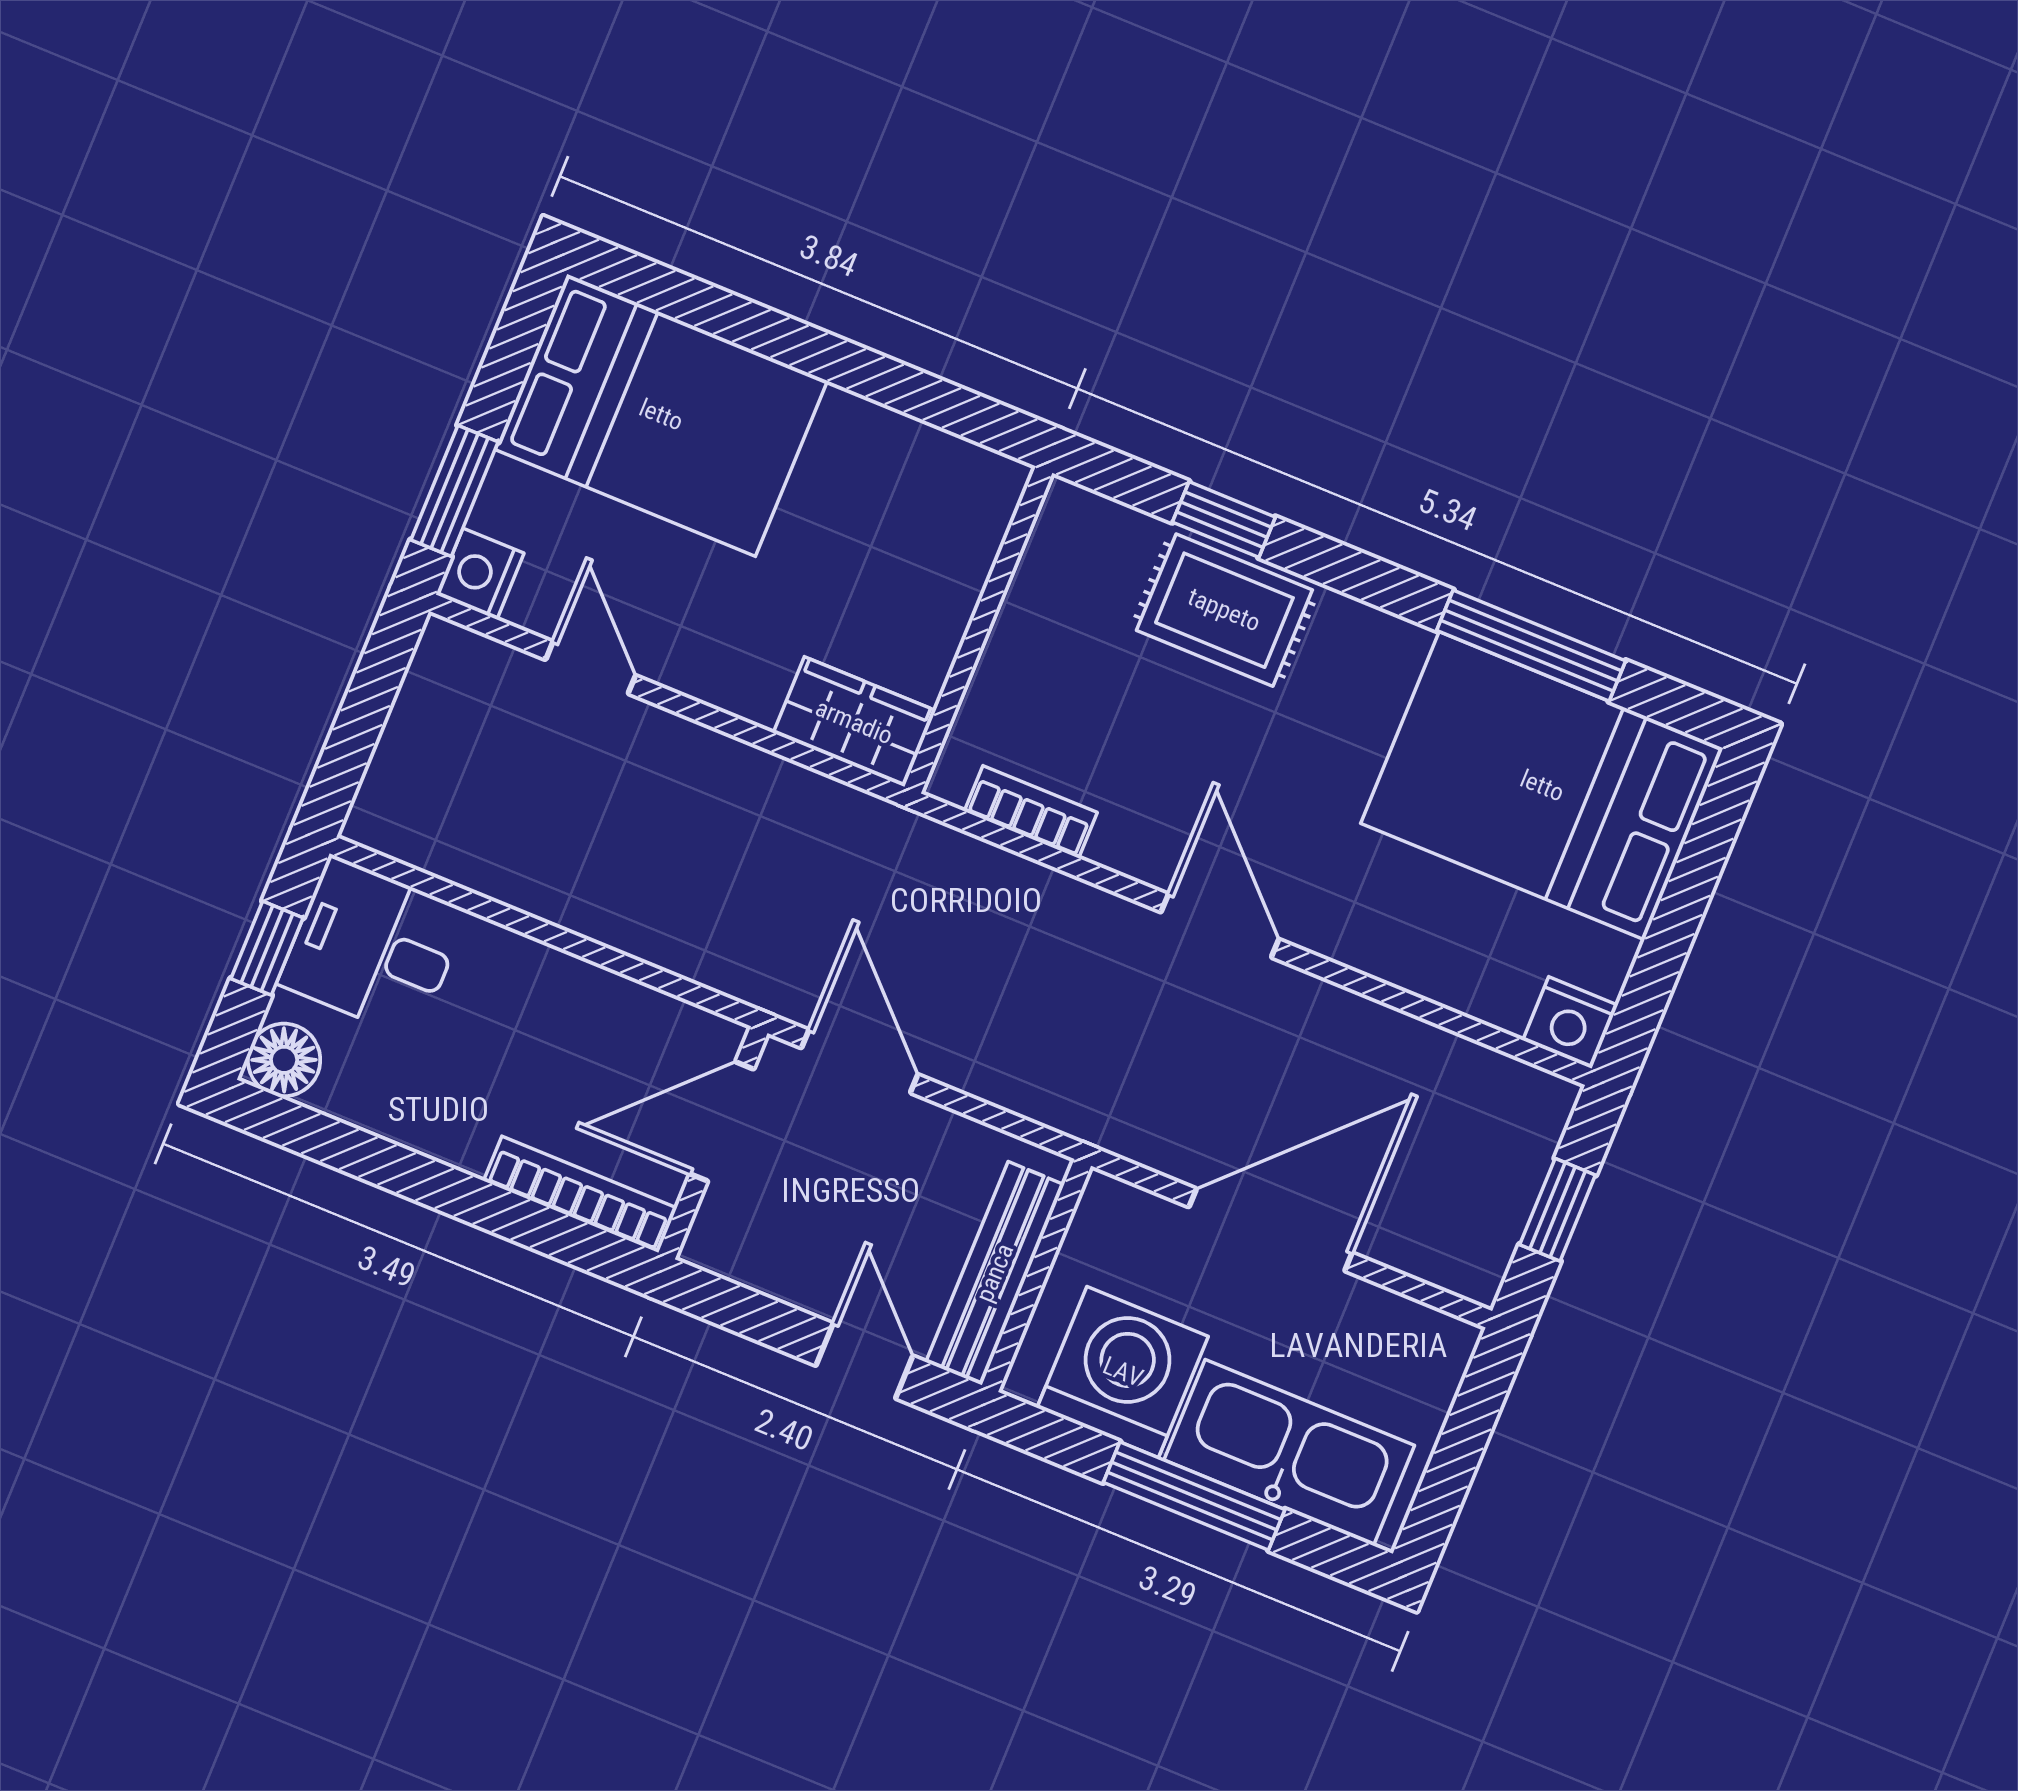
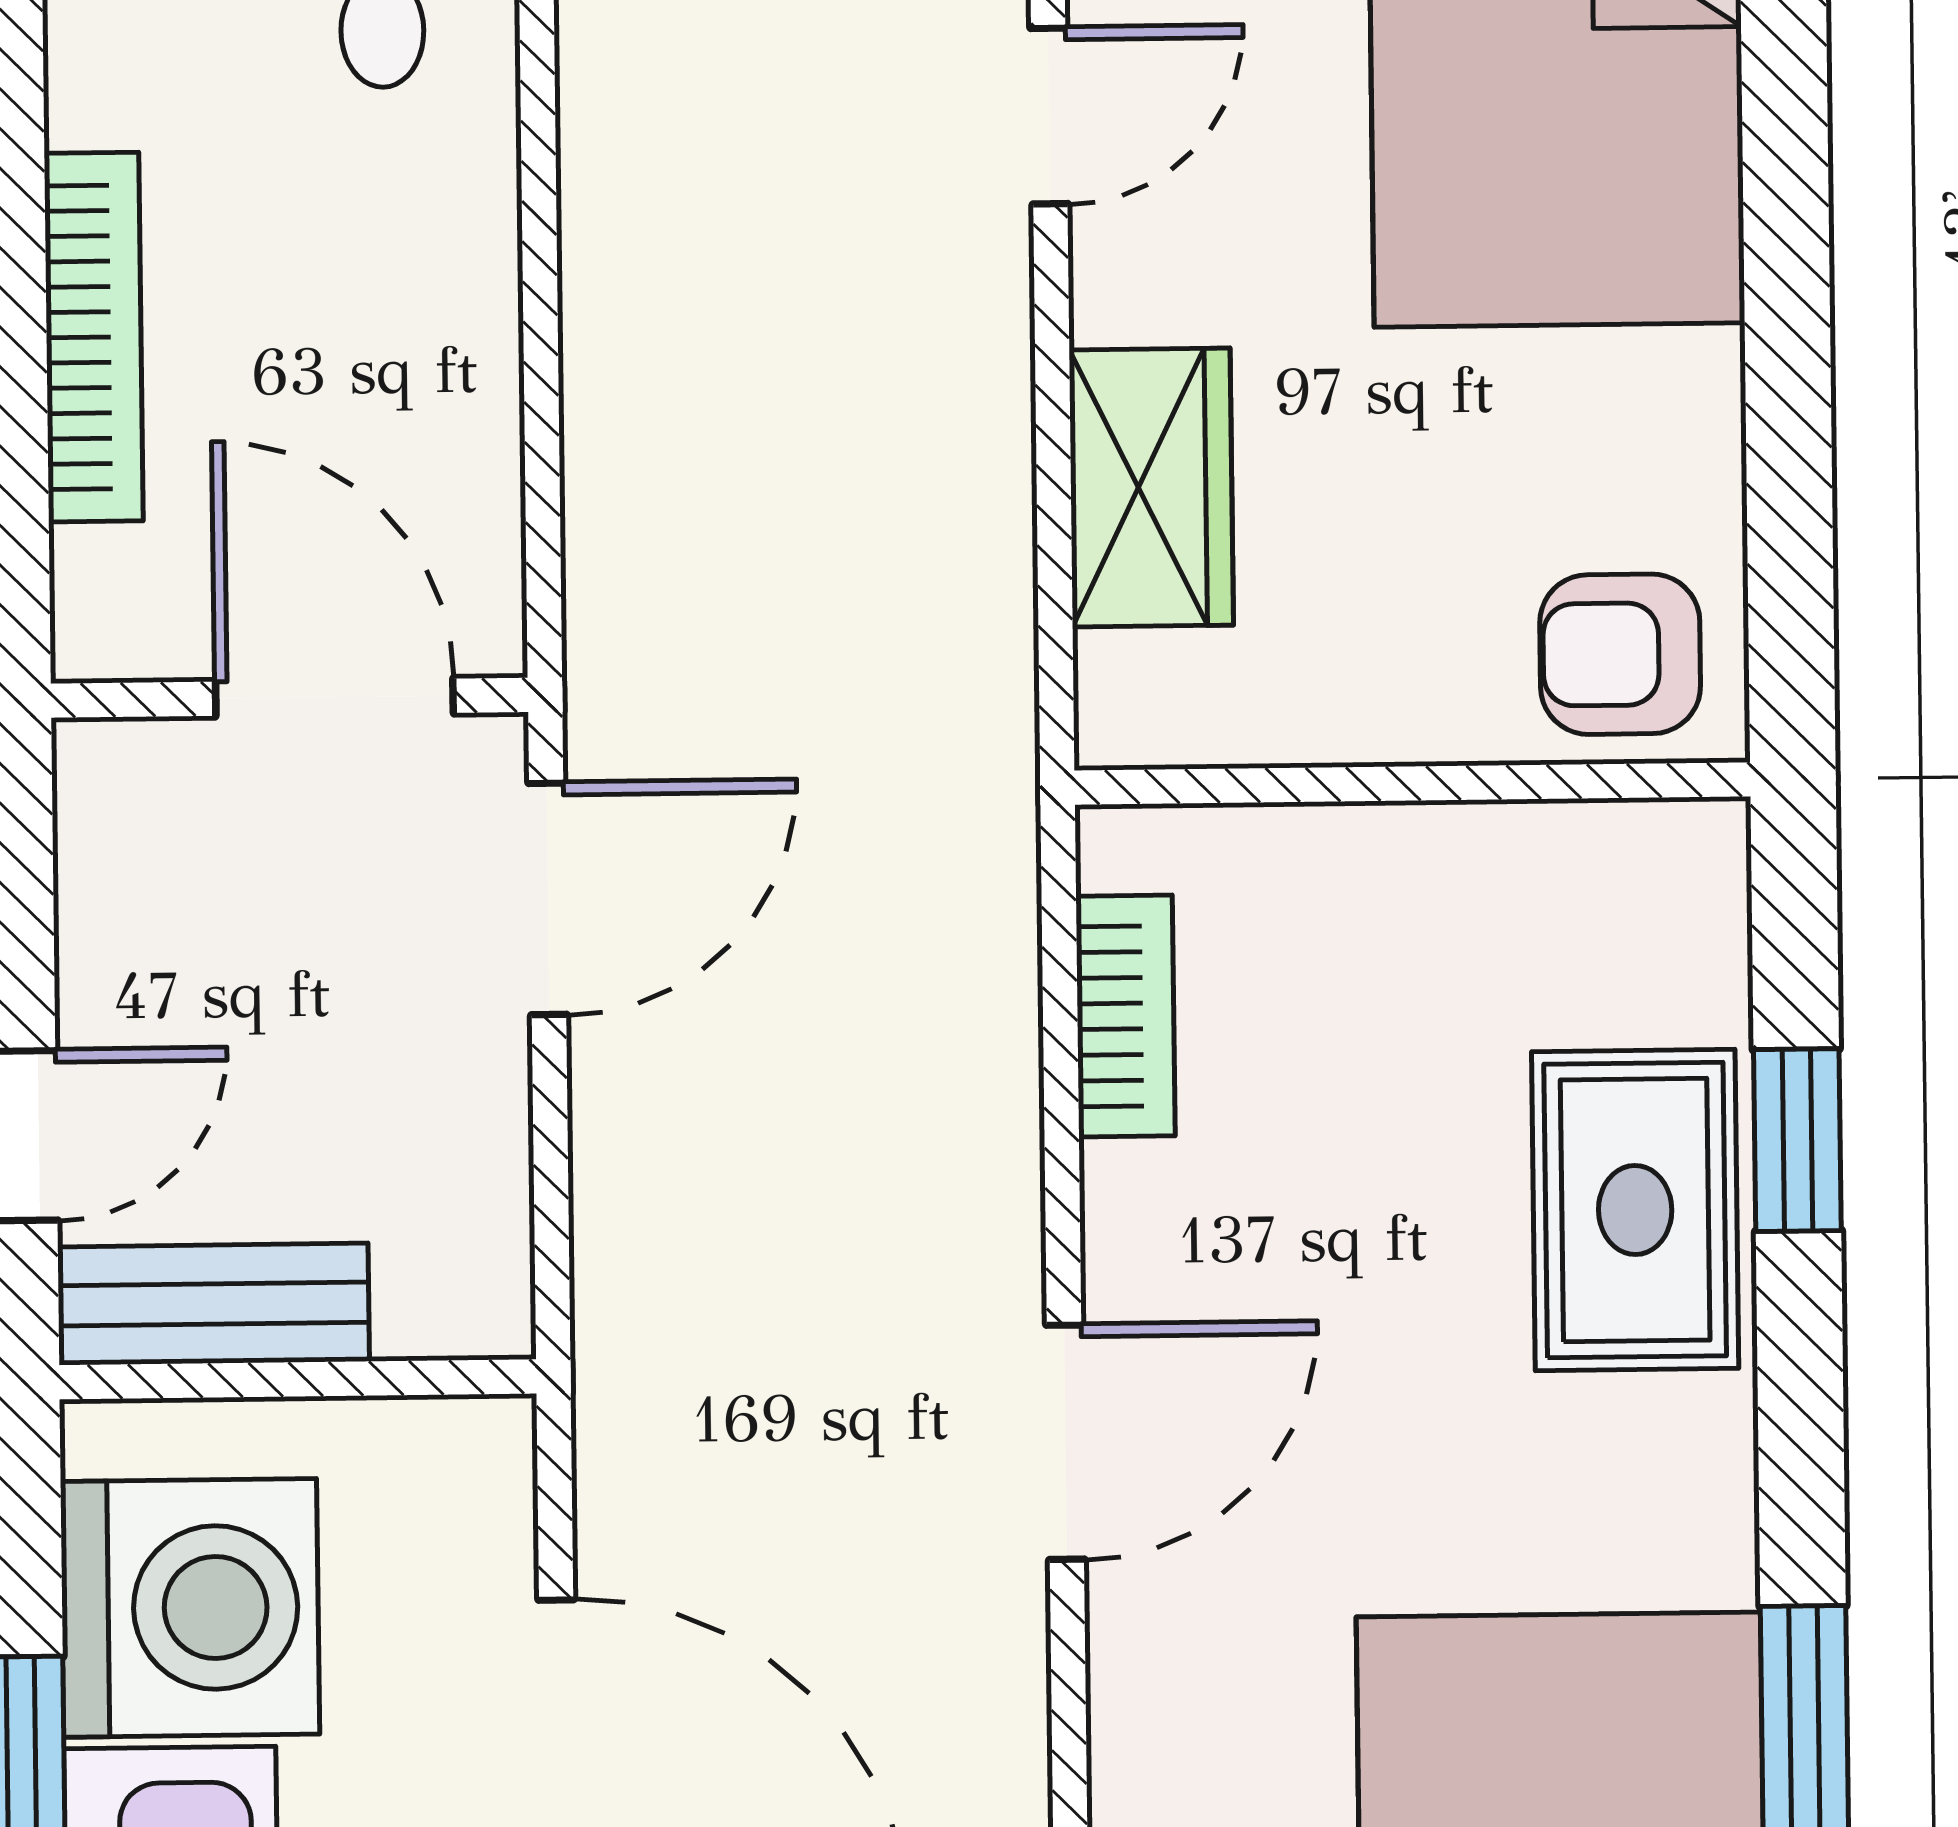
armchair: (959, 506) -> (1620, 654), added
wardrobe: (854, 722) -> (1151, 488), moved
bookcase: (580, 1194) -> (94, 337), moved
bench: (995, 1273) -> (213, 1304), width x0.73

